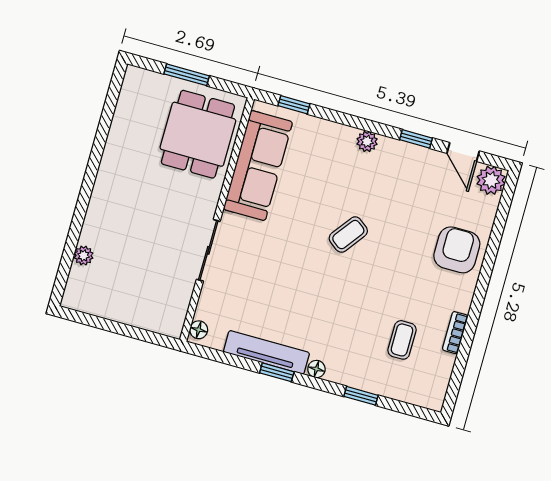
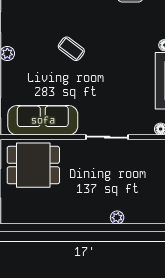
plant: (84, 256) -> (117, 218), moved

